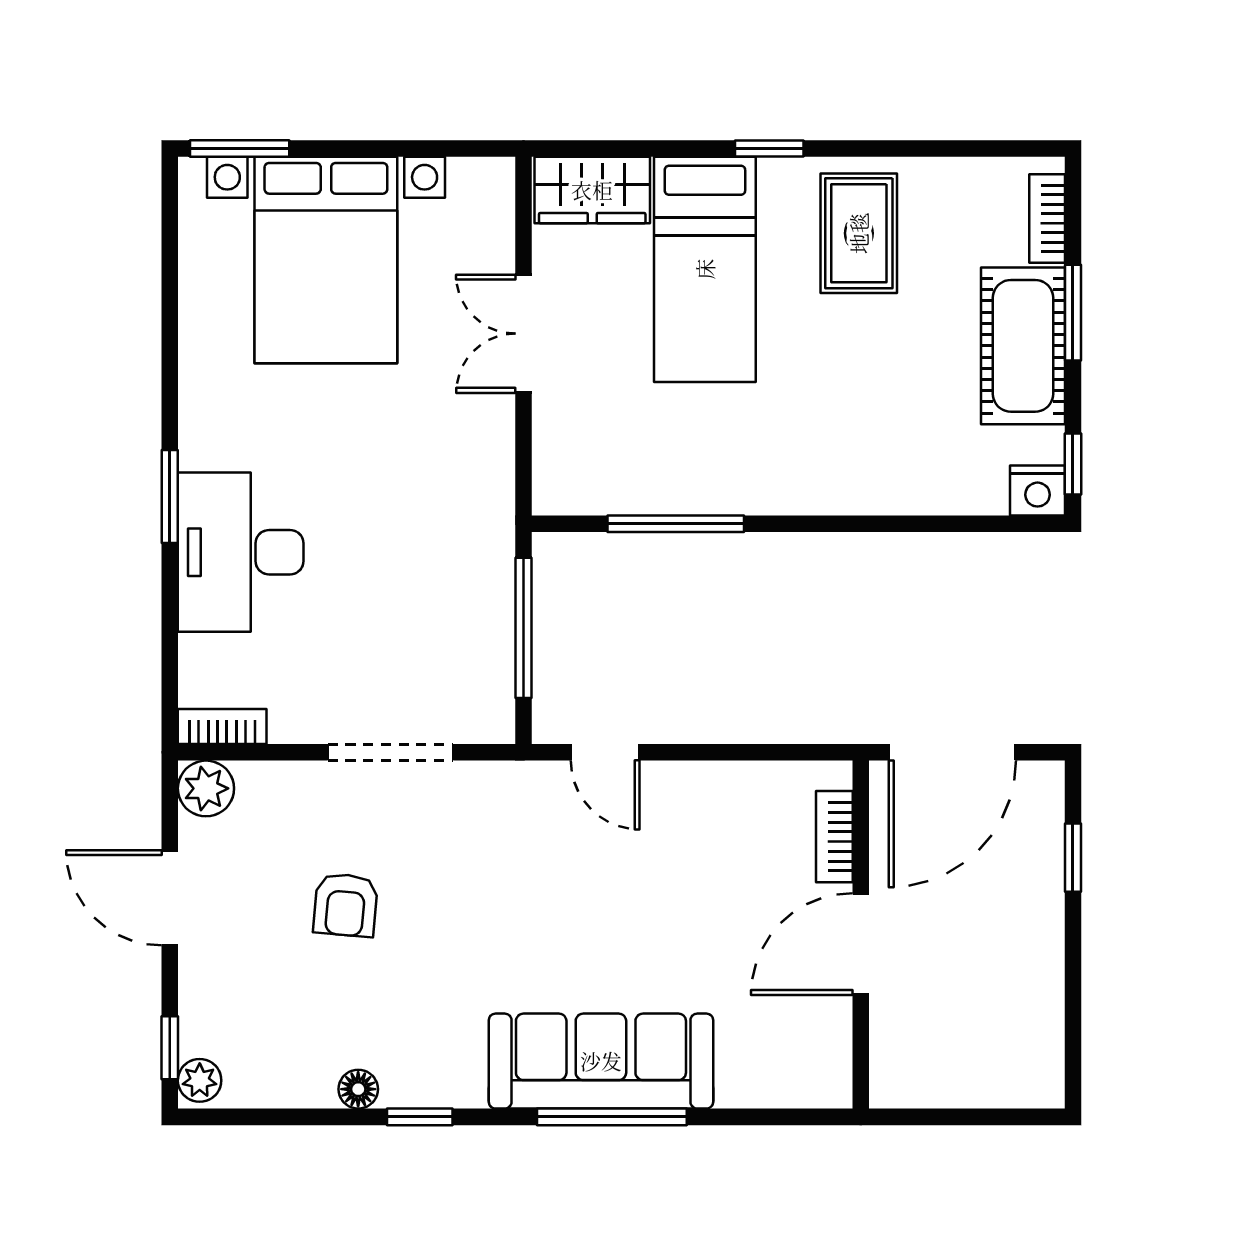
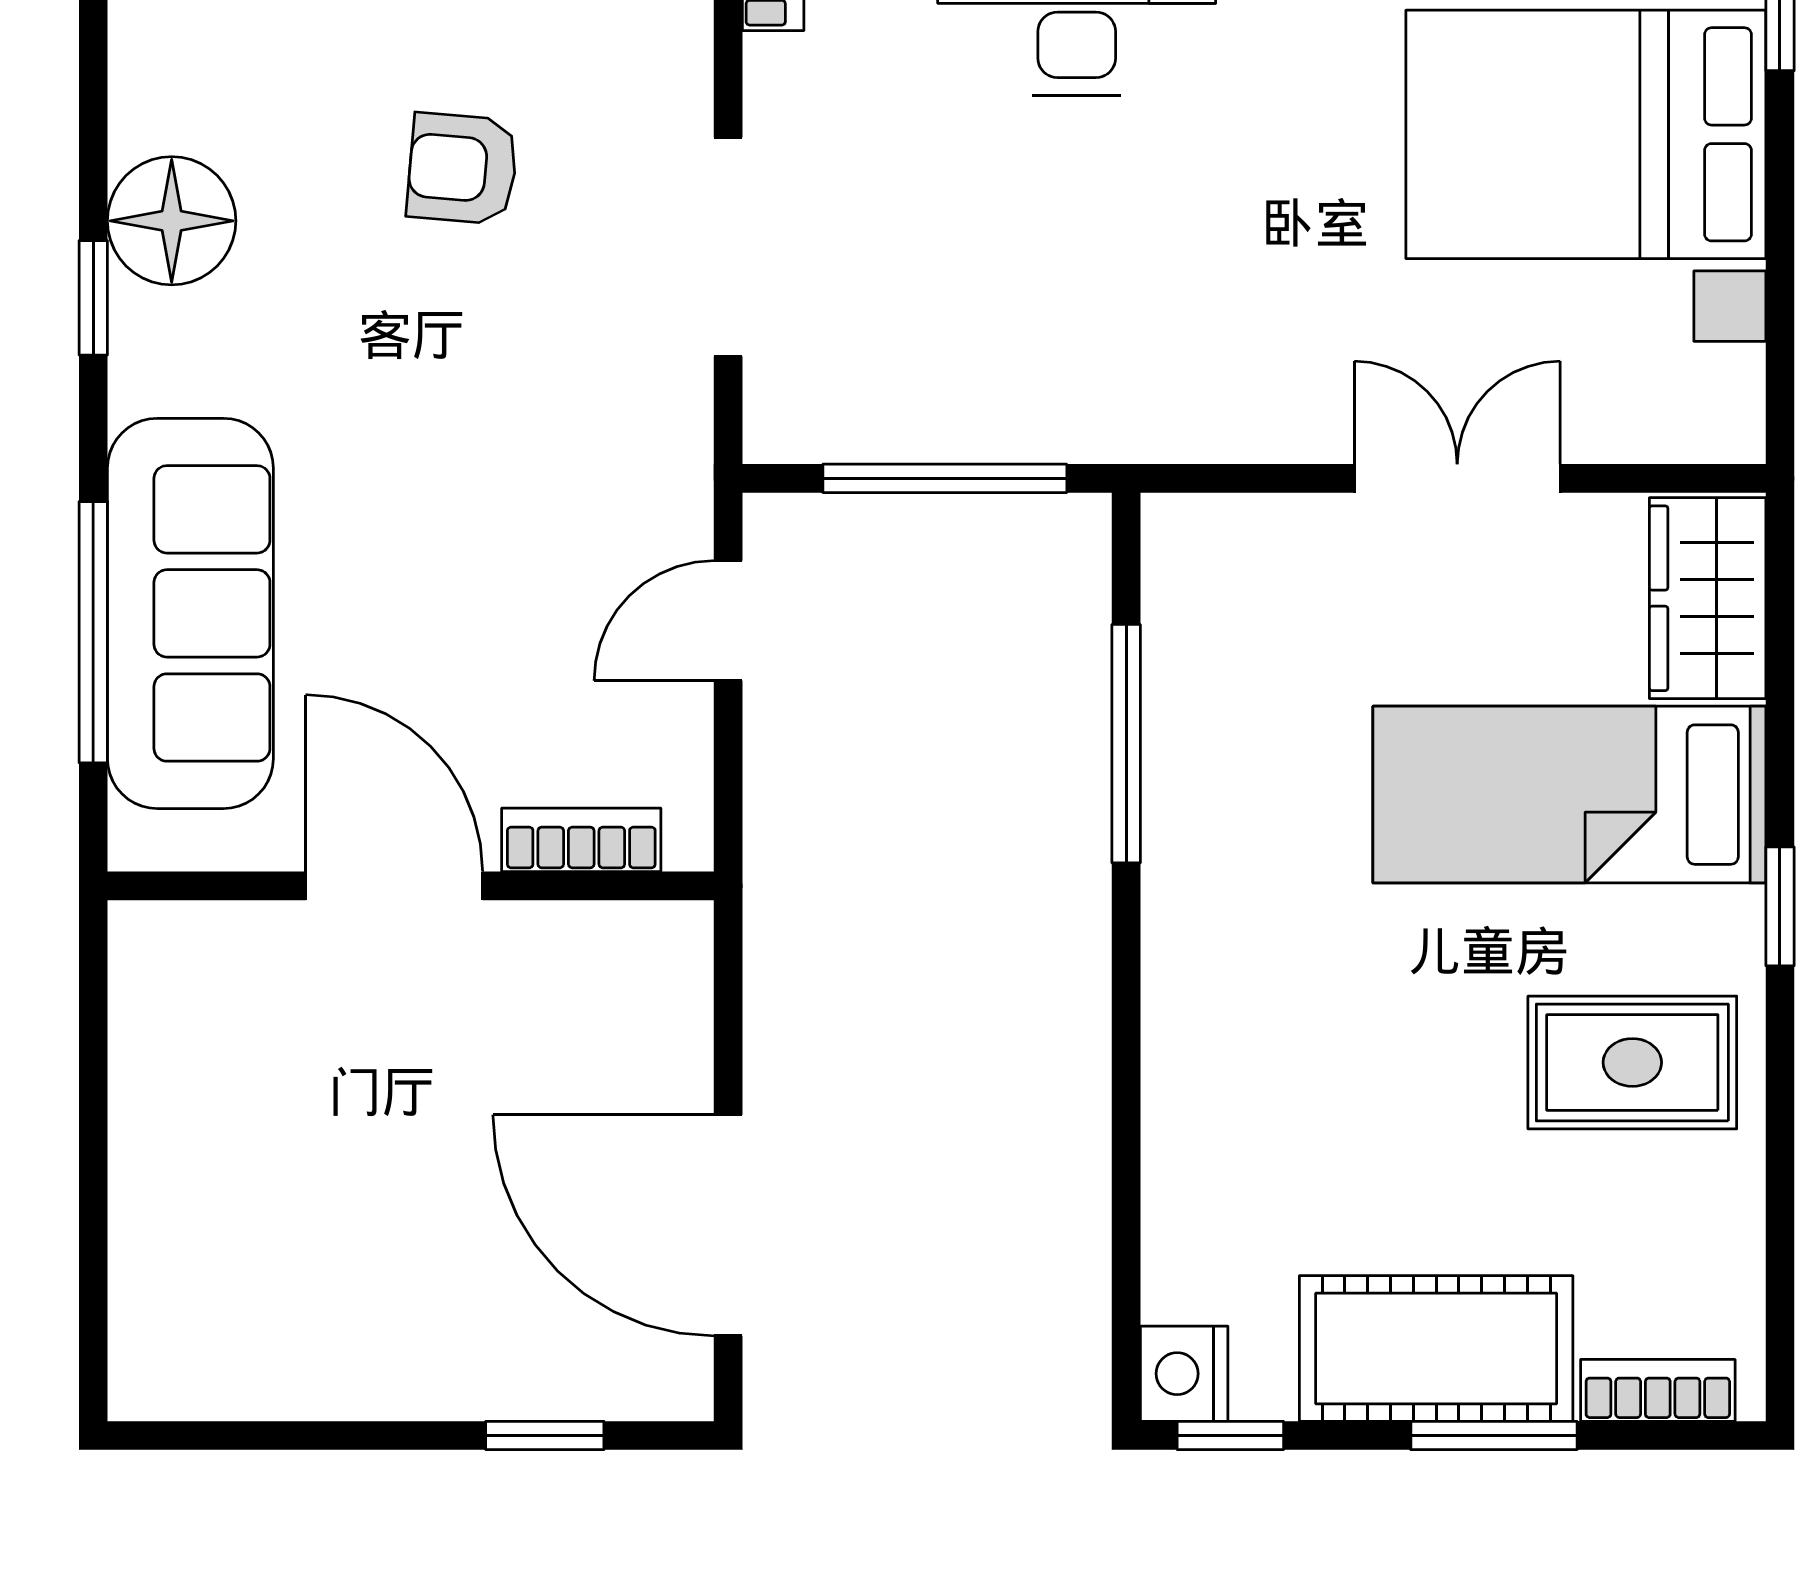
bookcase: (834, 837) -> (581, 840), moved
wall: (861, 935) -> (411, 886), moved
door: (861, 944) -> (394, 886), moved
floor lamp: (358, 1089) -> (172, 221), width x1.89, depth x1.89

